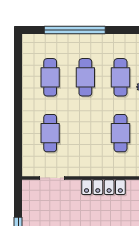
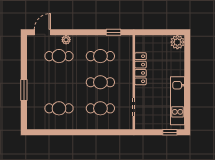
window: (75, 30) -> (24, 90), width x0.47
cafe table: (85, 77) -> (100, 82), moved

